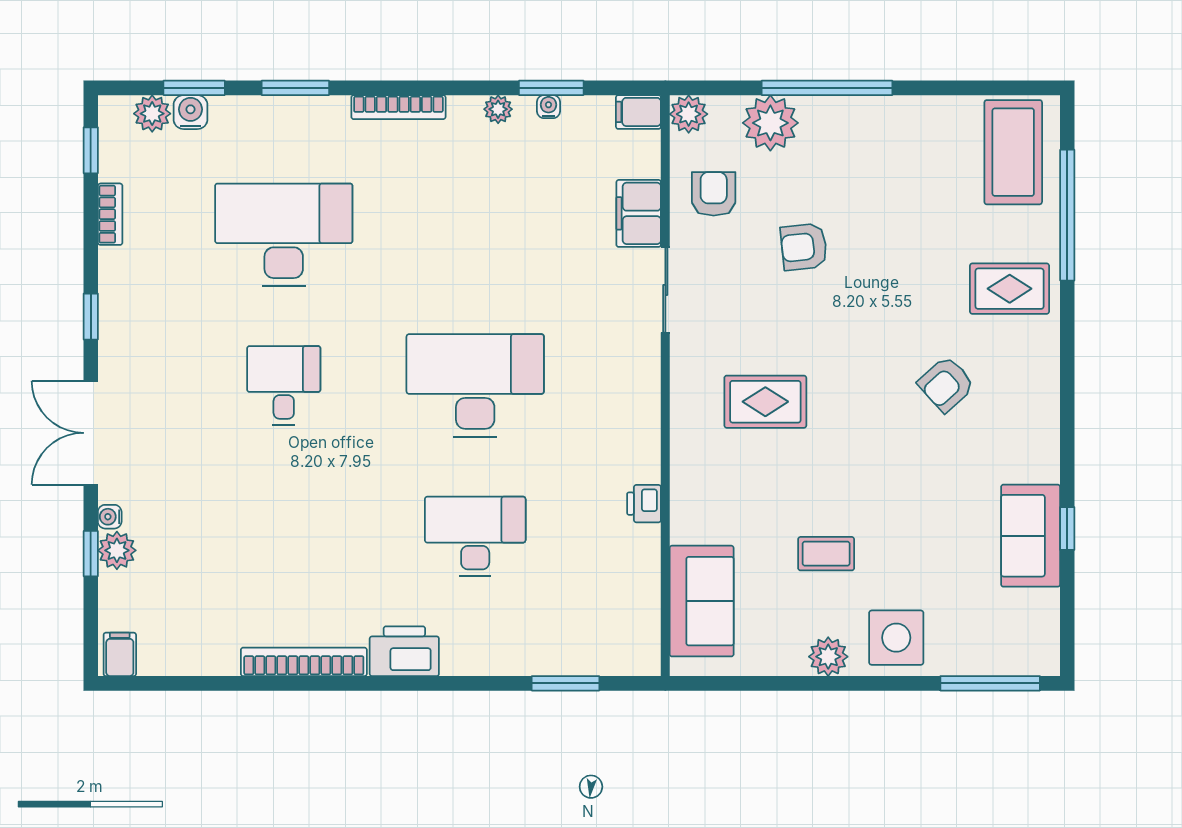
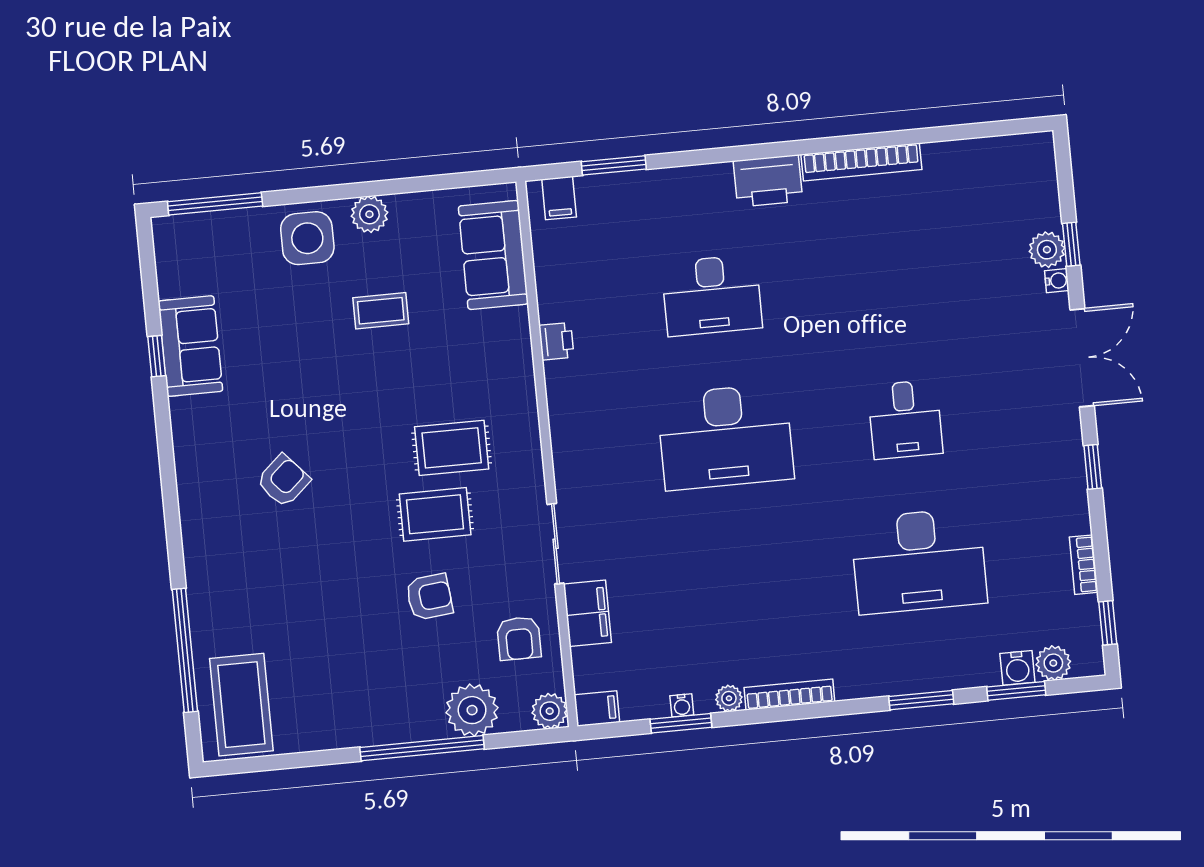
bookcase: (398, 107) -> (789, 695), moved
rug: (1010, 289) -> (435, 514), moved
filing cabinet: (120, 654) -> (559, 198), moved

